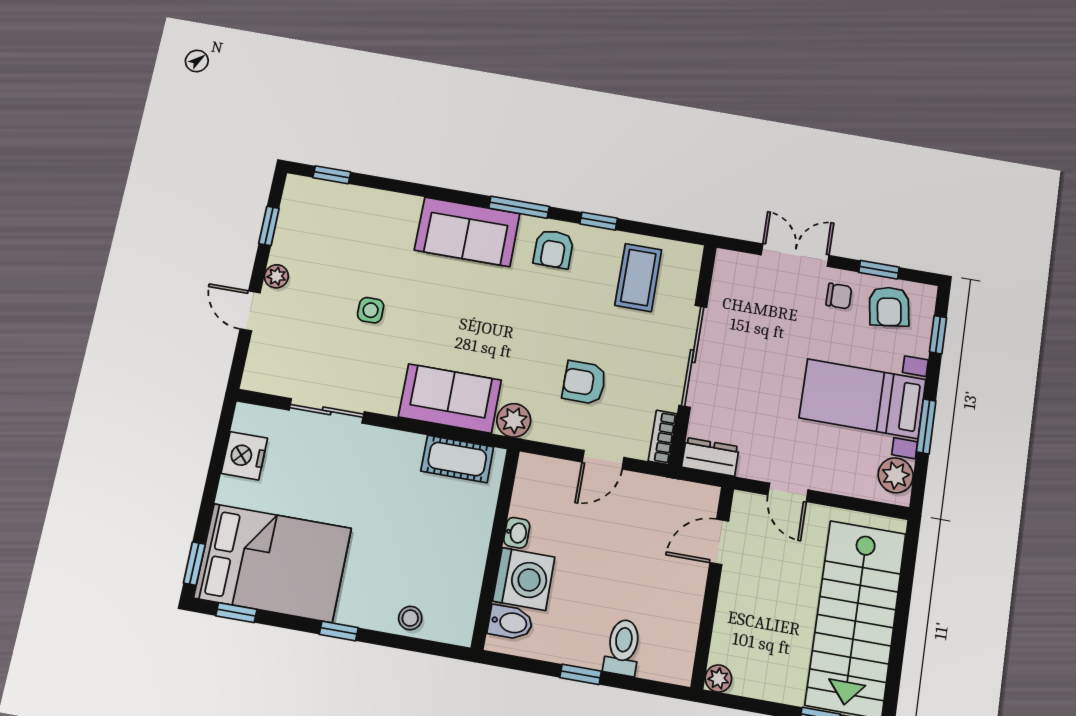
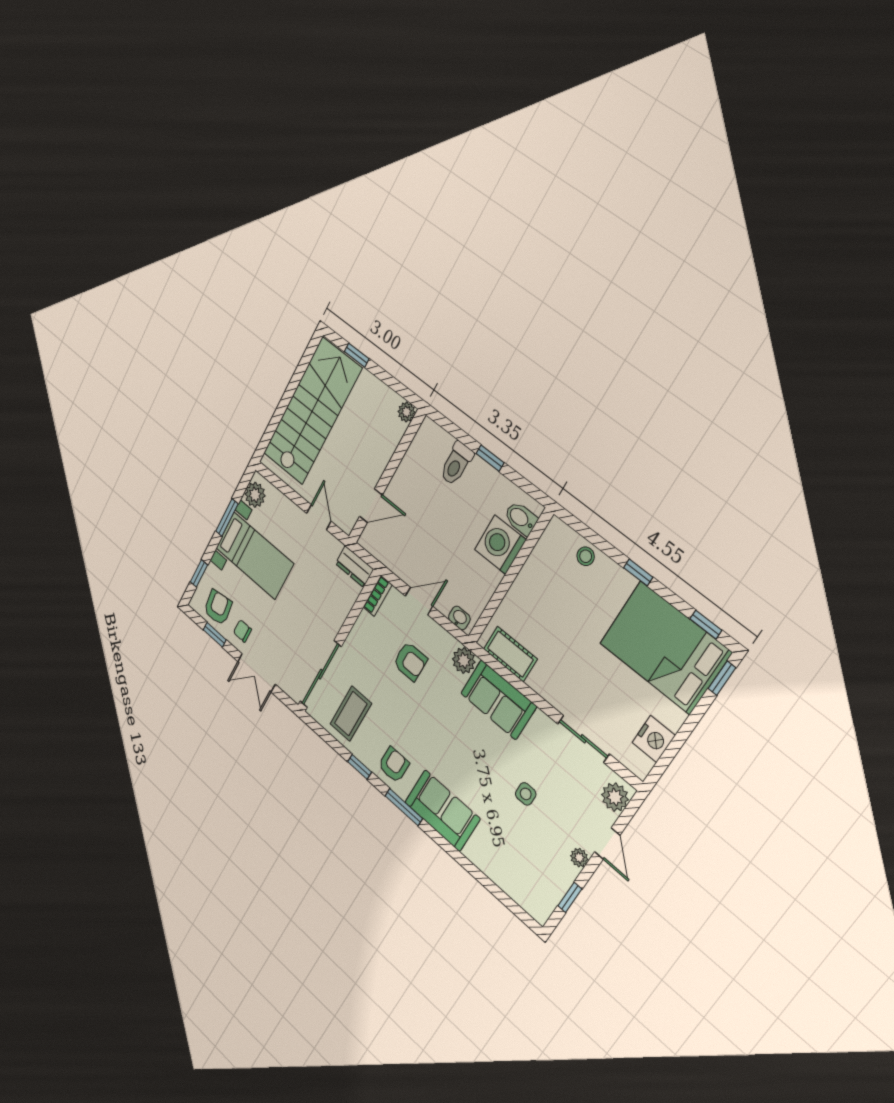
window: (332, 175) -> (513, 907), removed
sliding door: (693, 356) -> (321, 674), moved
plant: (262, 367) -> (615, 797), added
washbasin: (517, 533) -> (459, 618), moved, turned 90

